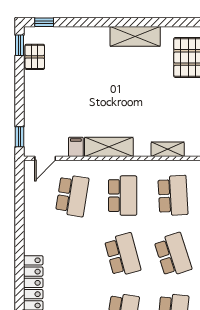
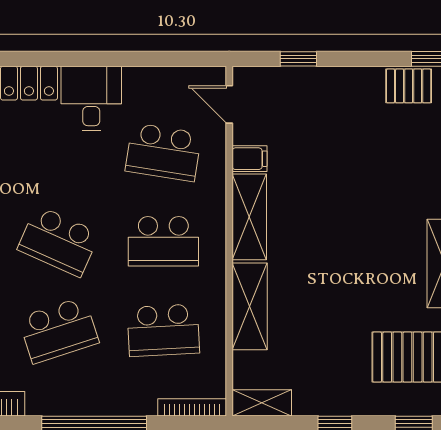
window: (19, 137) -> (298, 59), moved
shelving: (168, 149) -> (250, 306), width x1.50, depth x1.33
desk: (42, 236) -> (91, 99), added
school desk: (123, 255) -> (59, 241), turned 39

